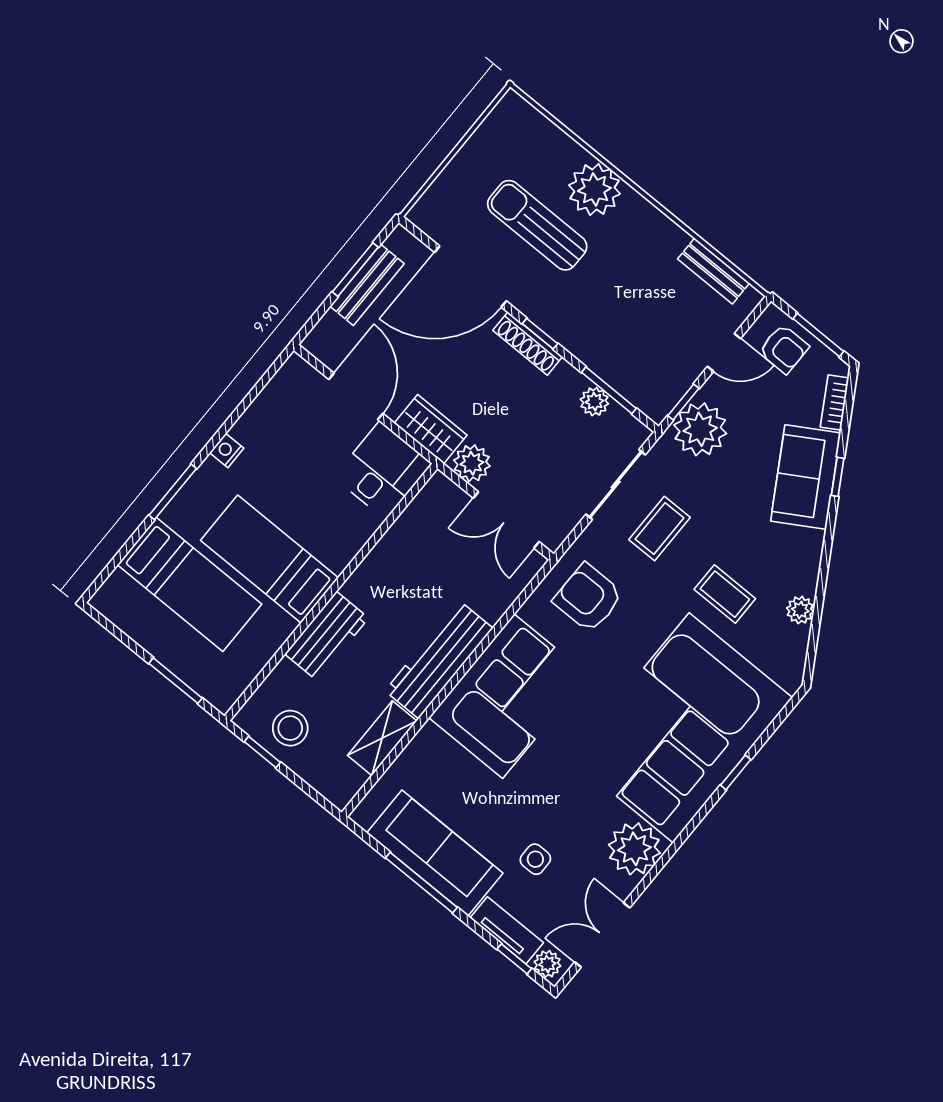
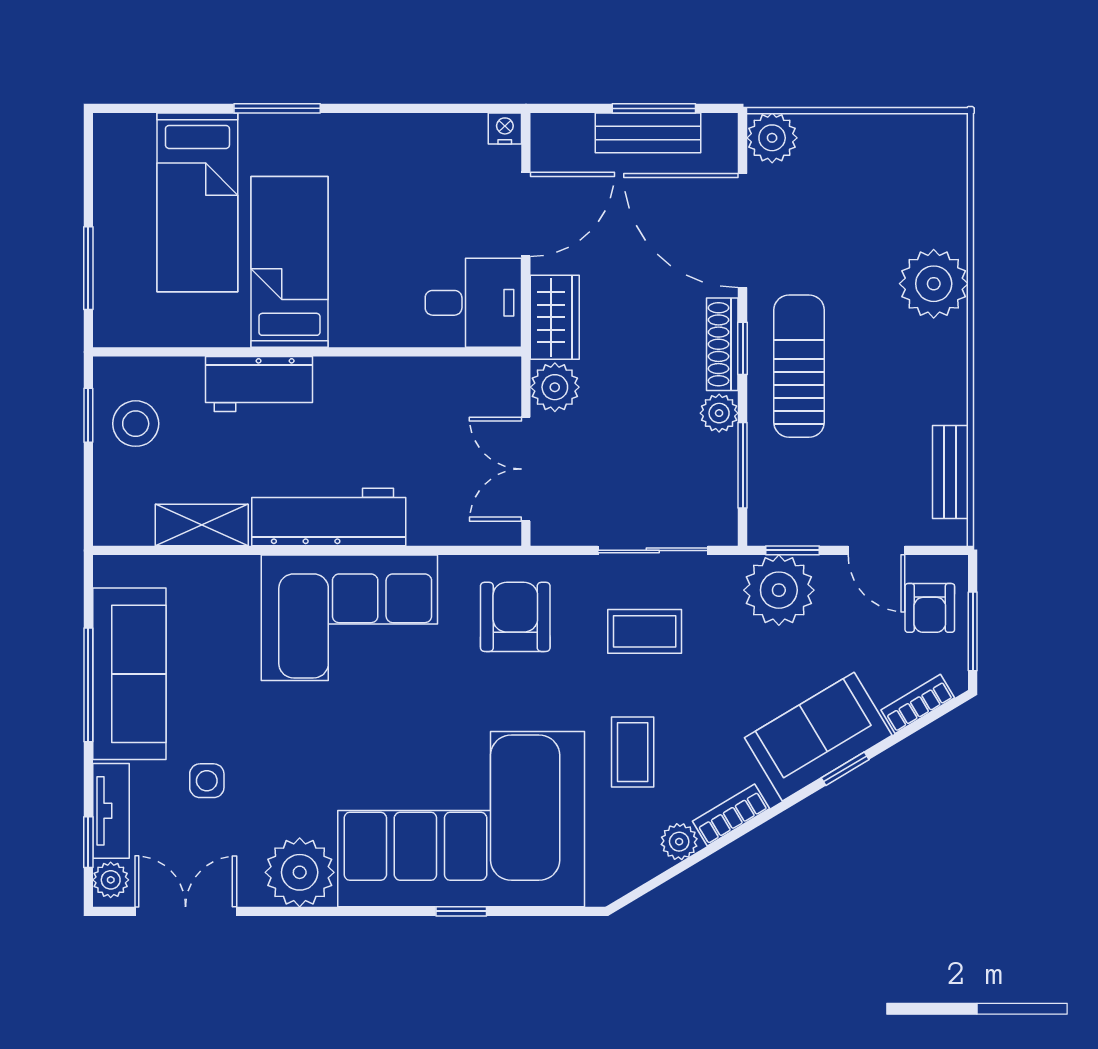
plant: (430, 214) -> (772, 138), added
sun lounger: (537, 225) -> (799, 366), moved
plant: (594, 402) -> (719, 413), moved
nightstand: (227, 450) -> (505, 128), moved
bookcase: (810, 567) -> (731, 815), added

